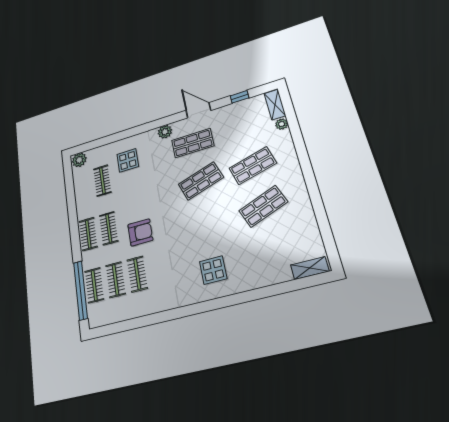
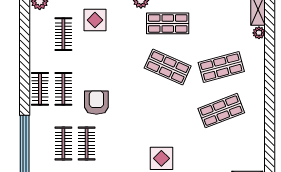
shop shelf: (201, 181) -> (168, 67), turned 42
armchair: (140, 232) -> (96, 103), turned -90
clothes rail: (94, 285) -> (40, 143), removed

